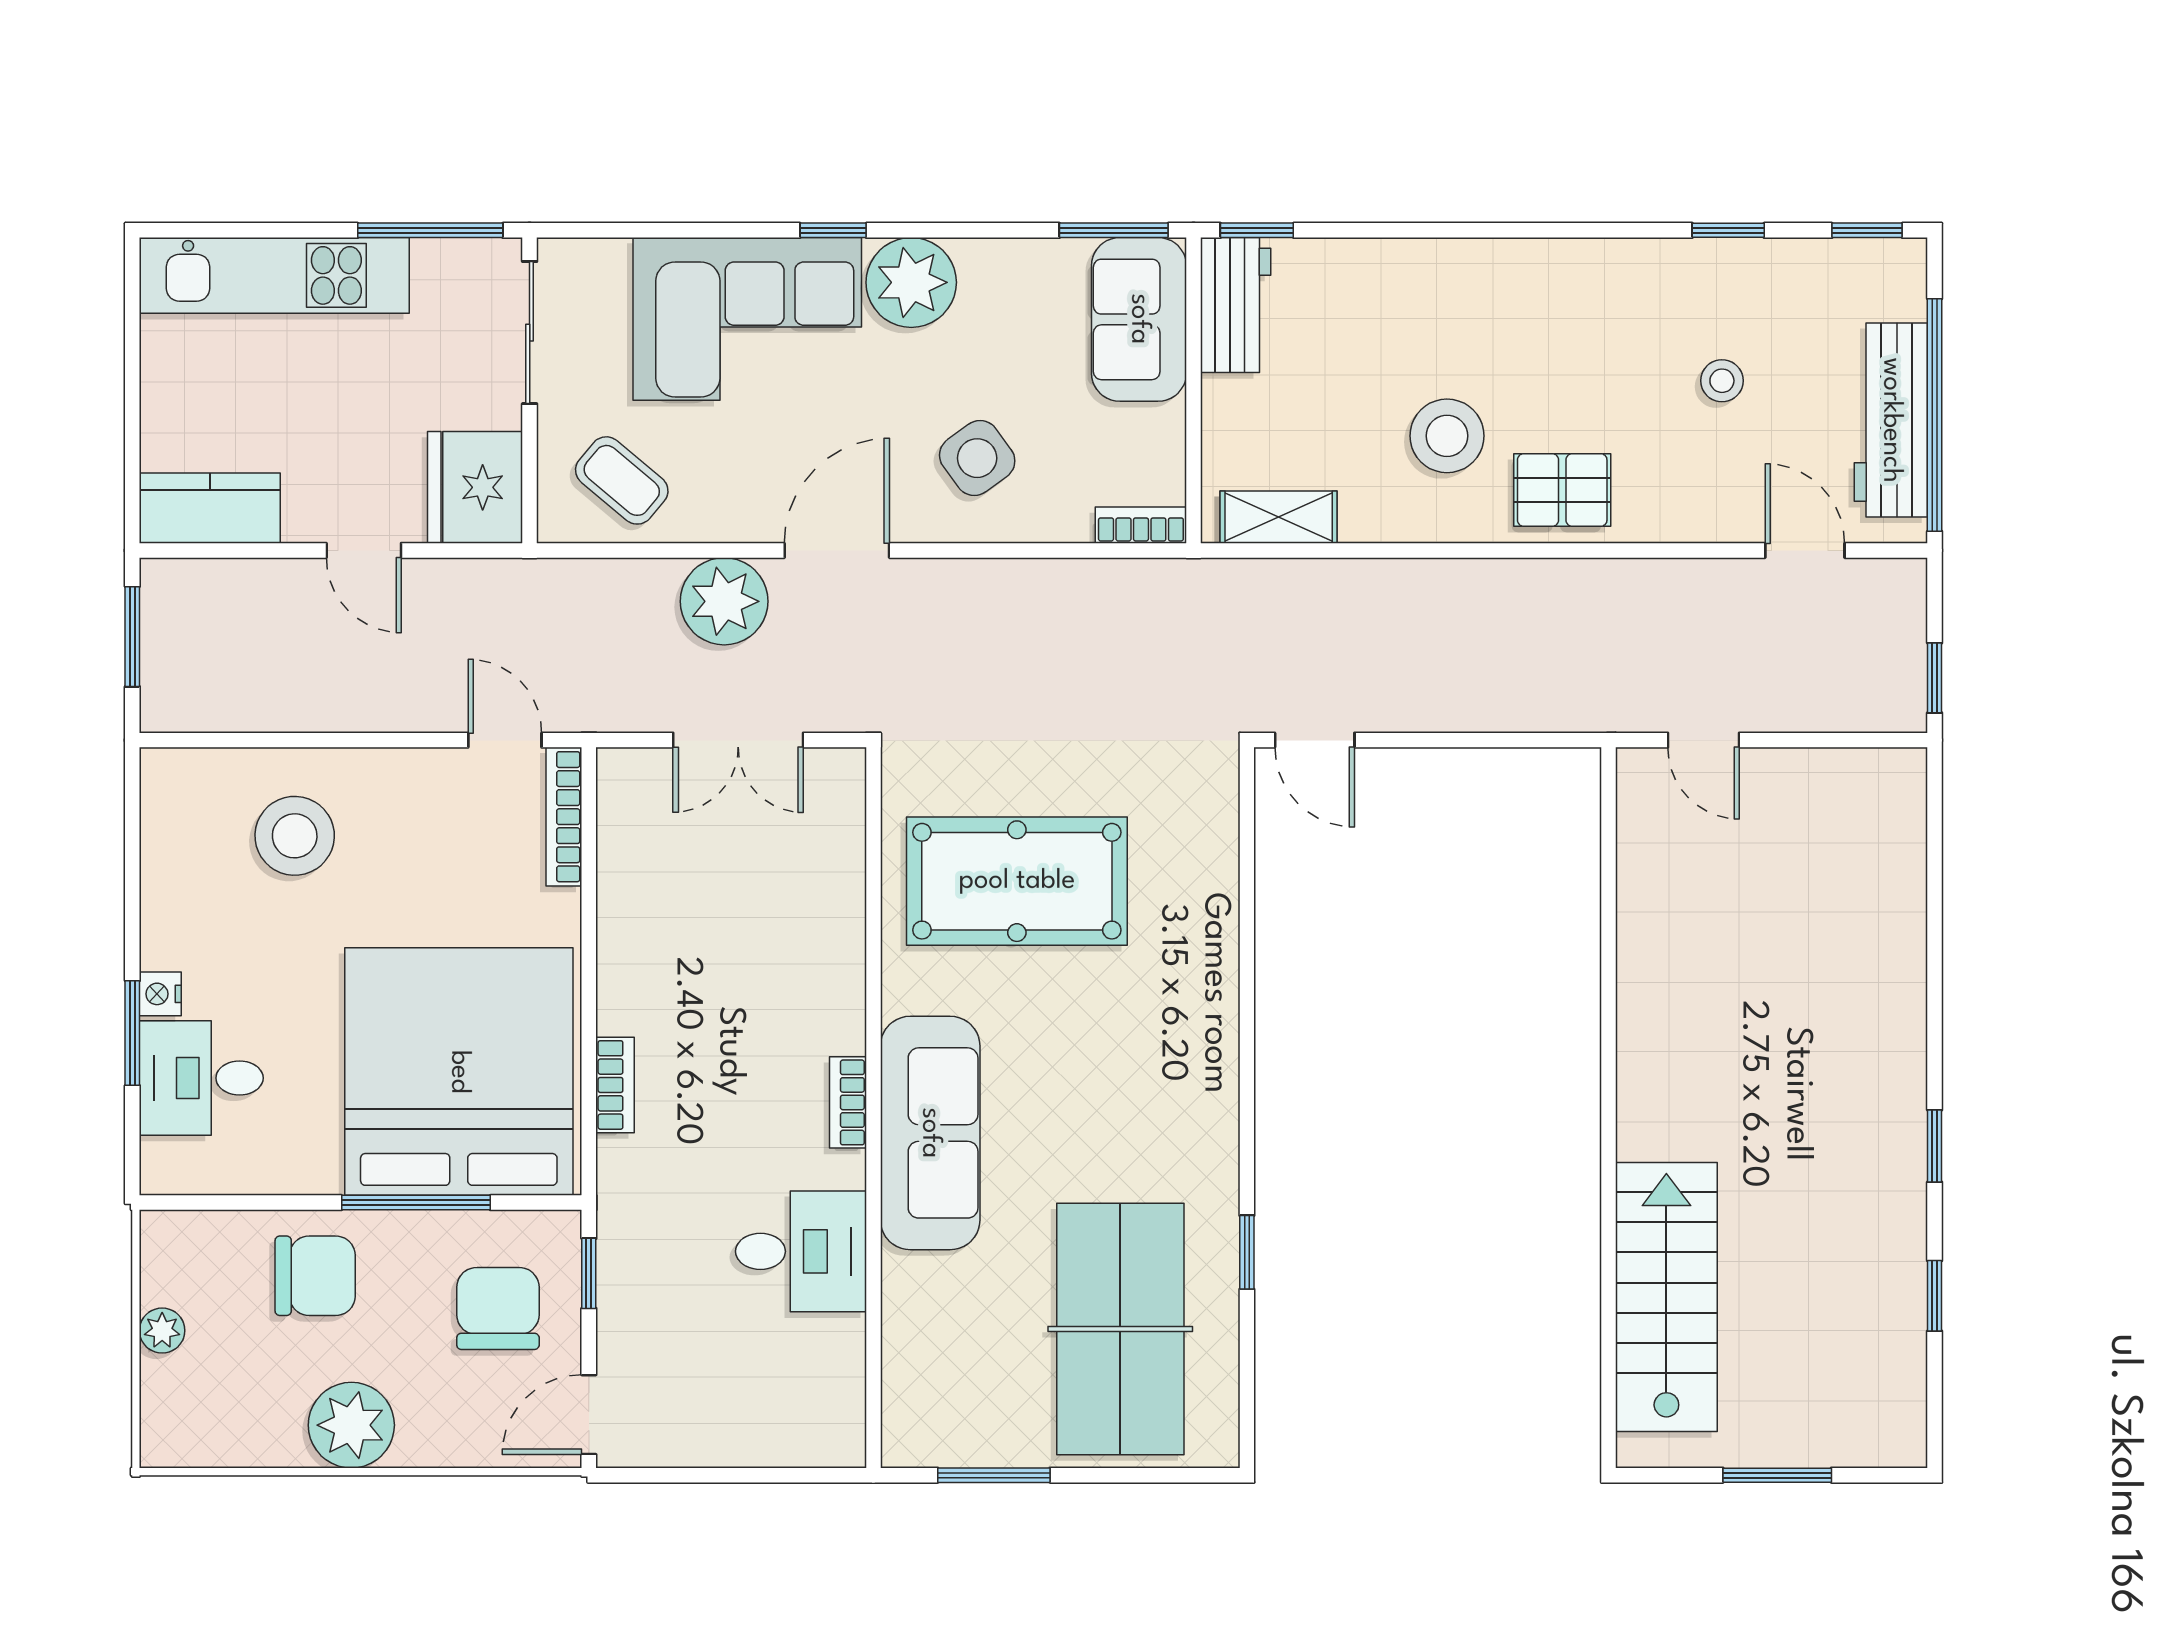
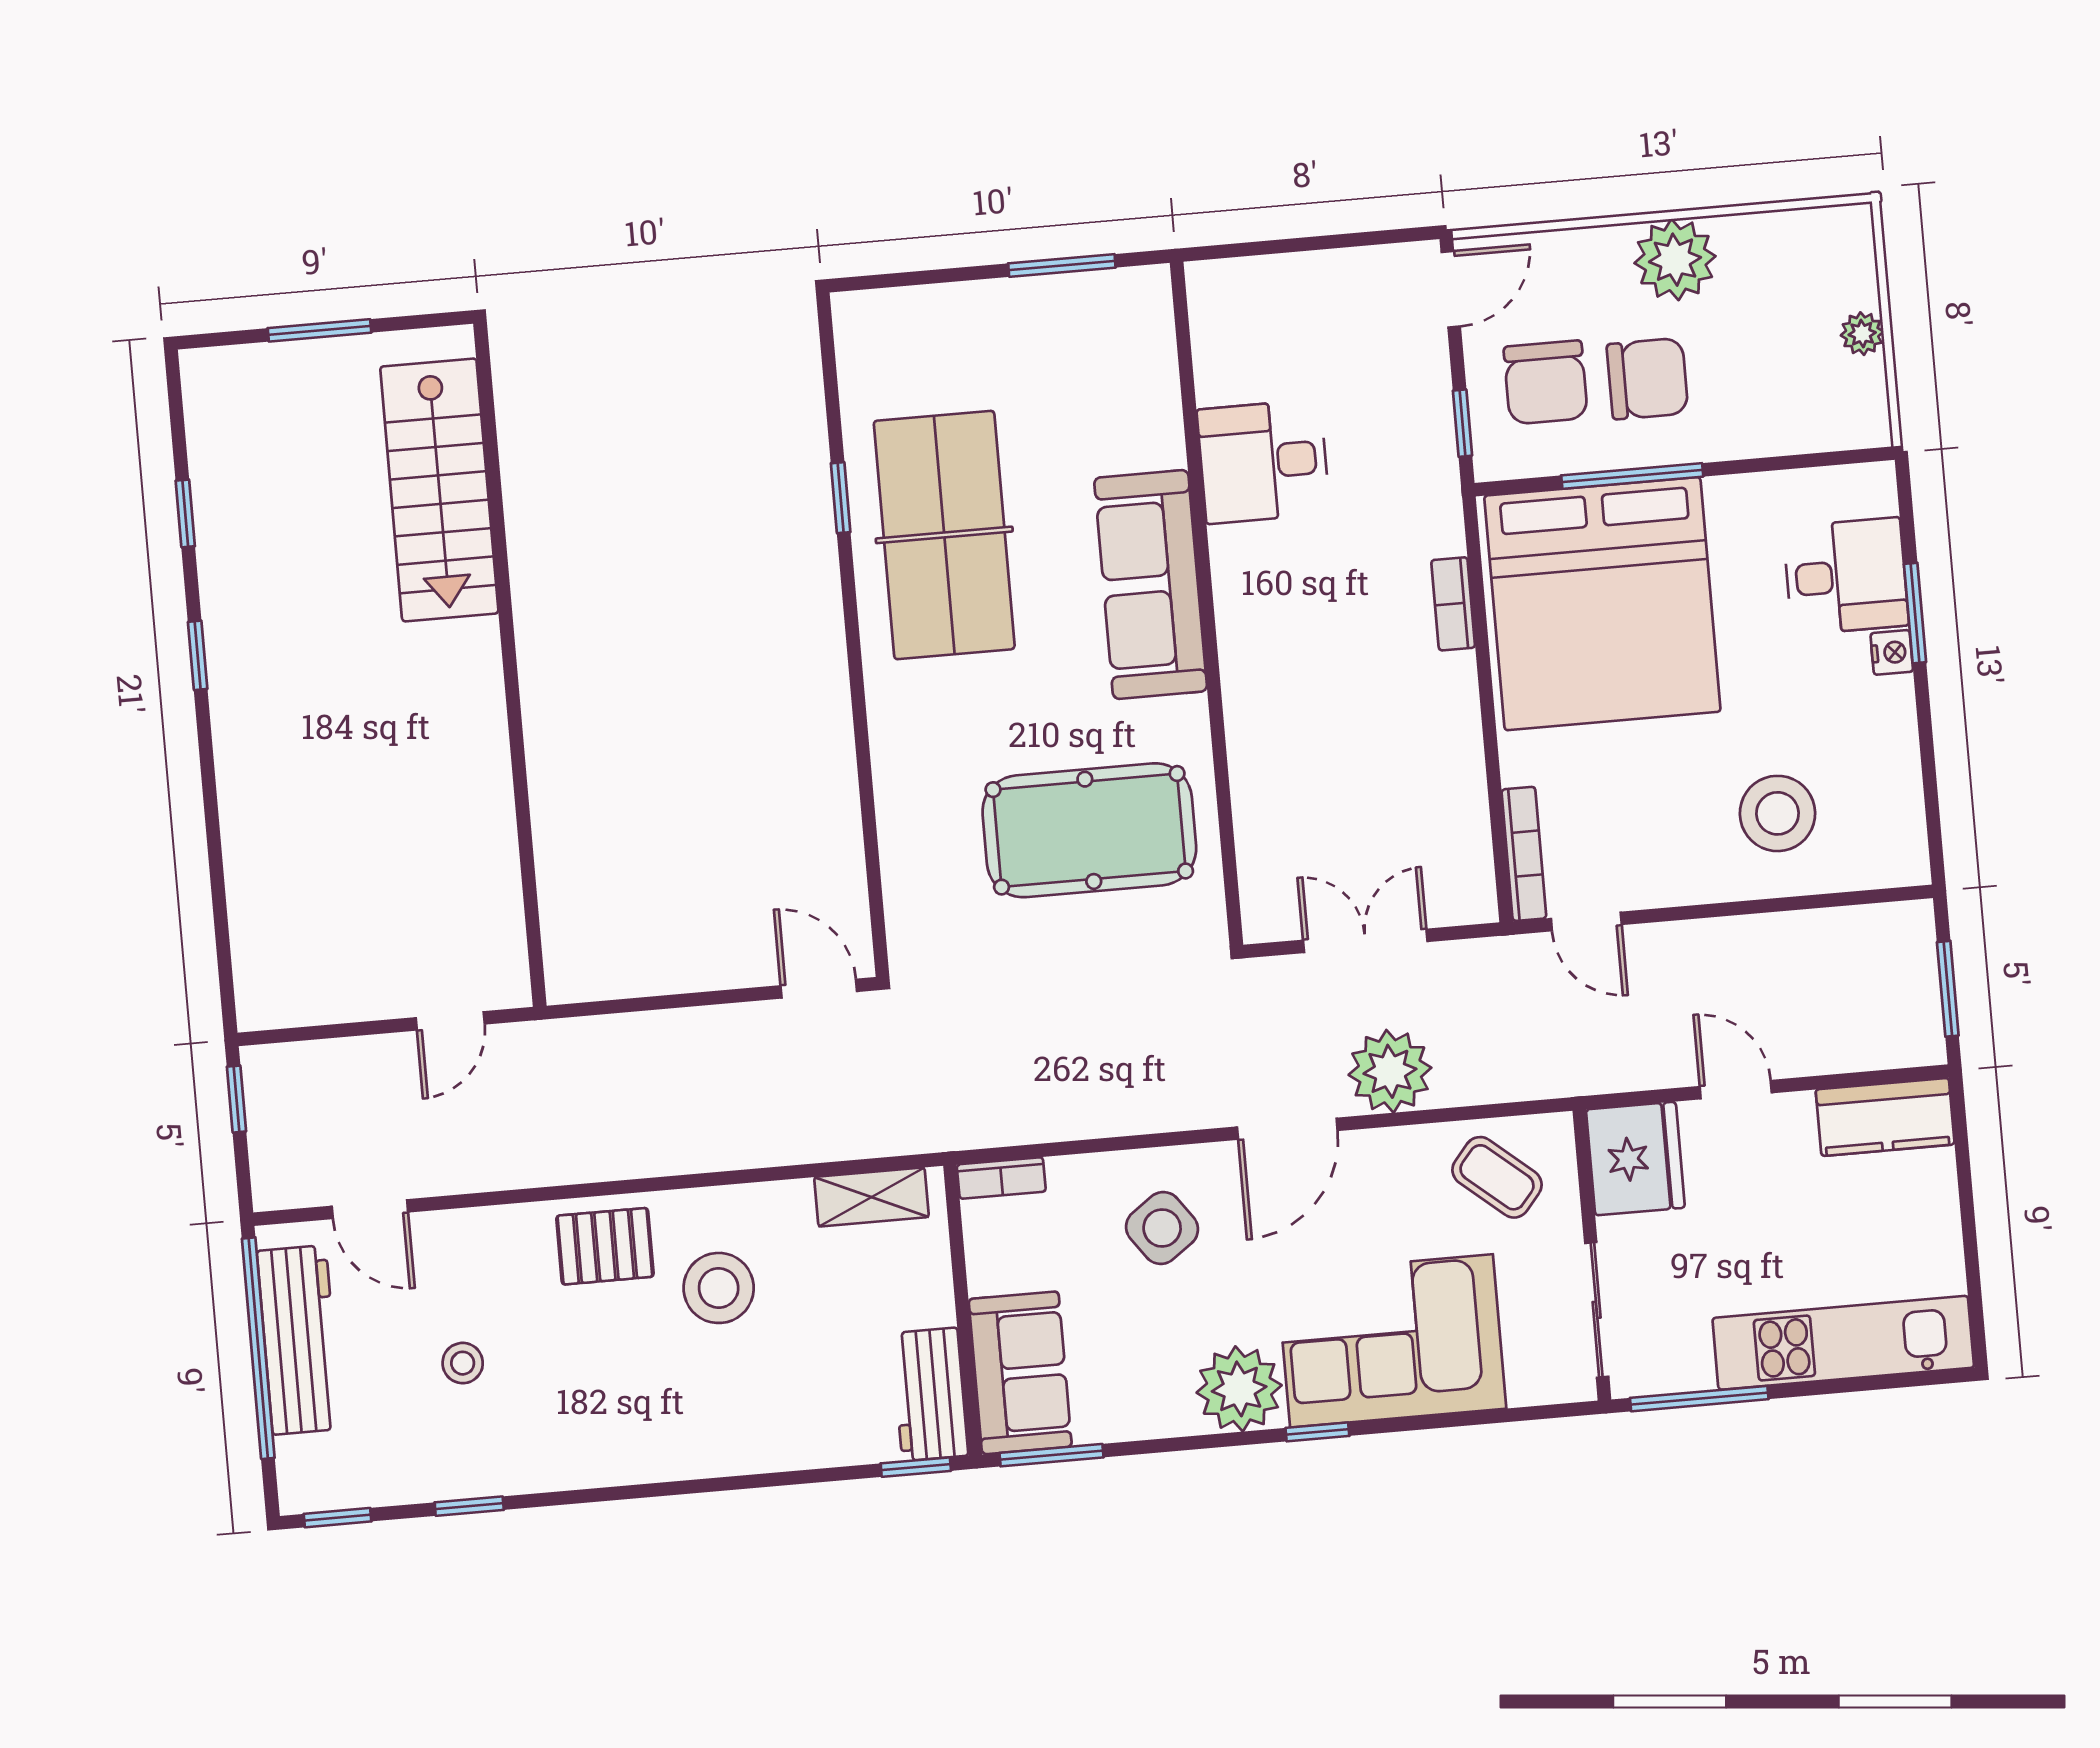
door: (1704, 740) -> (450, 1021), swing flipped
bookcase: (848, 1102) -> (1231, 607), removed
chair: (315, 1276) -> (1647, 379), moved, turned 180
table tennis table: (1120, 1329) -> (944, 535), moved

